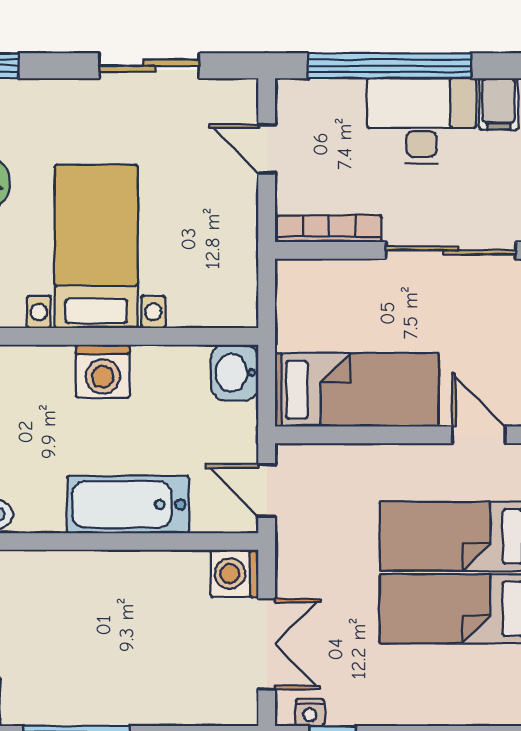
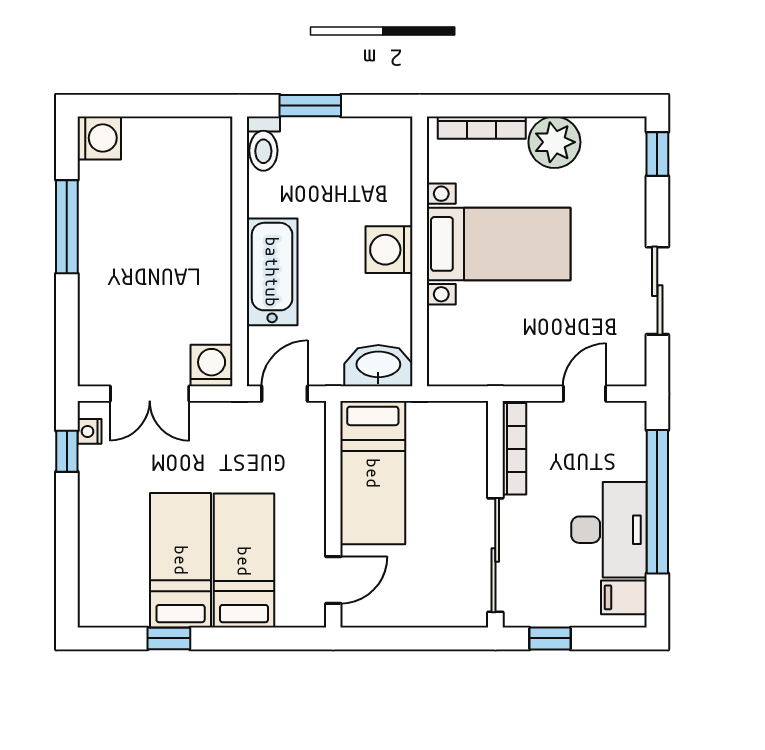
washbasin: (235, 373) -> (378, 366), width x1.38

